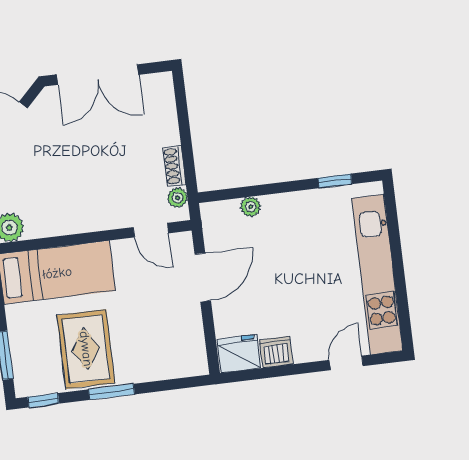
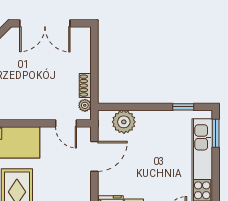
plant: (251, 207) -> (124, 122), width x1.87, depth x1.87
window: (392, 217) -> (216, 133), added

